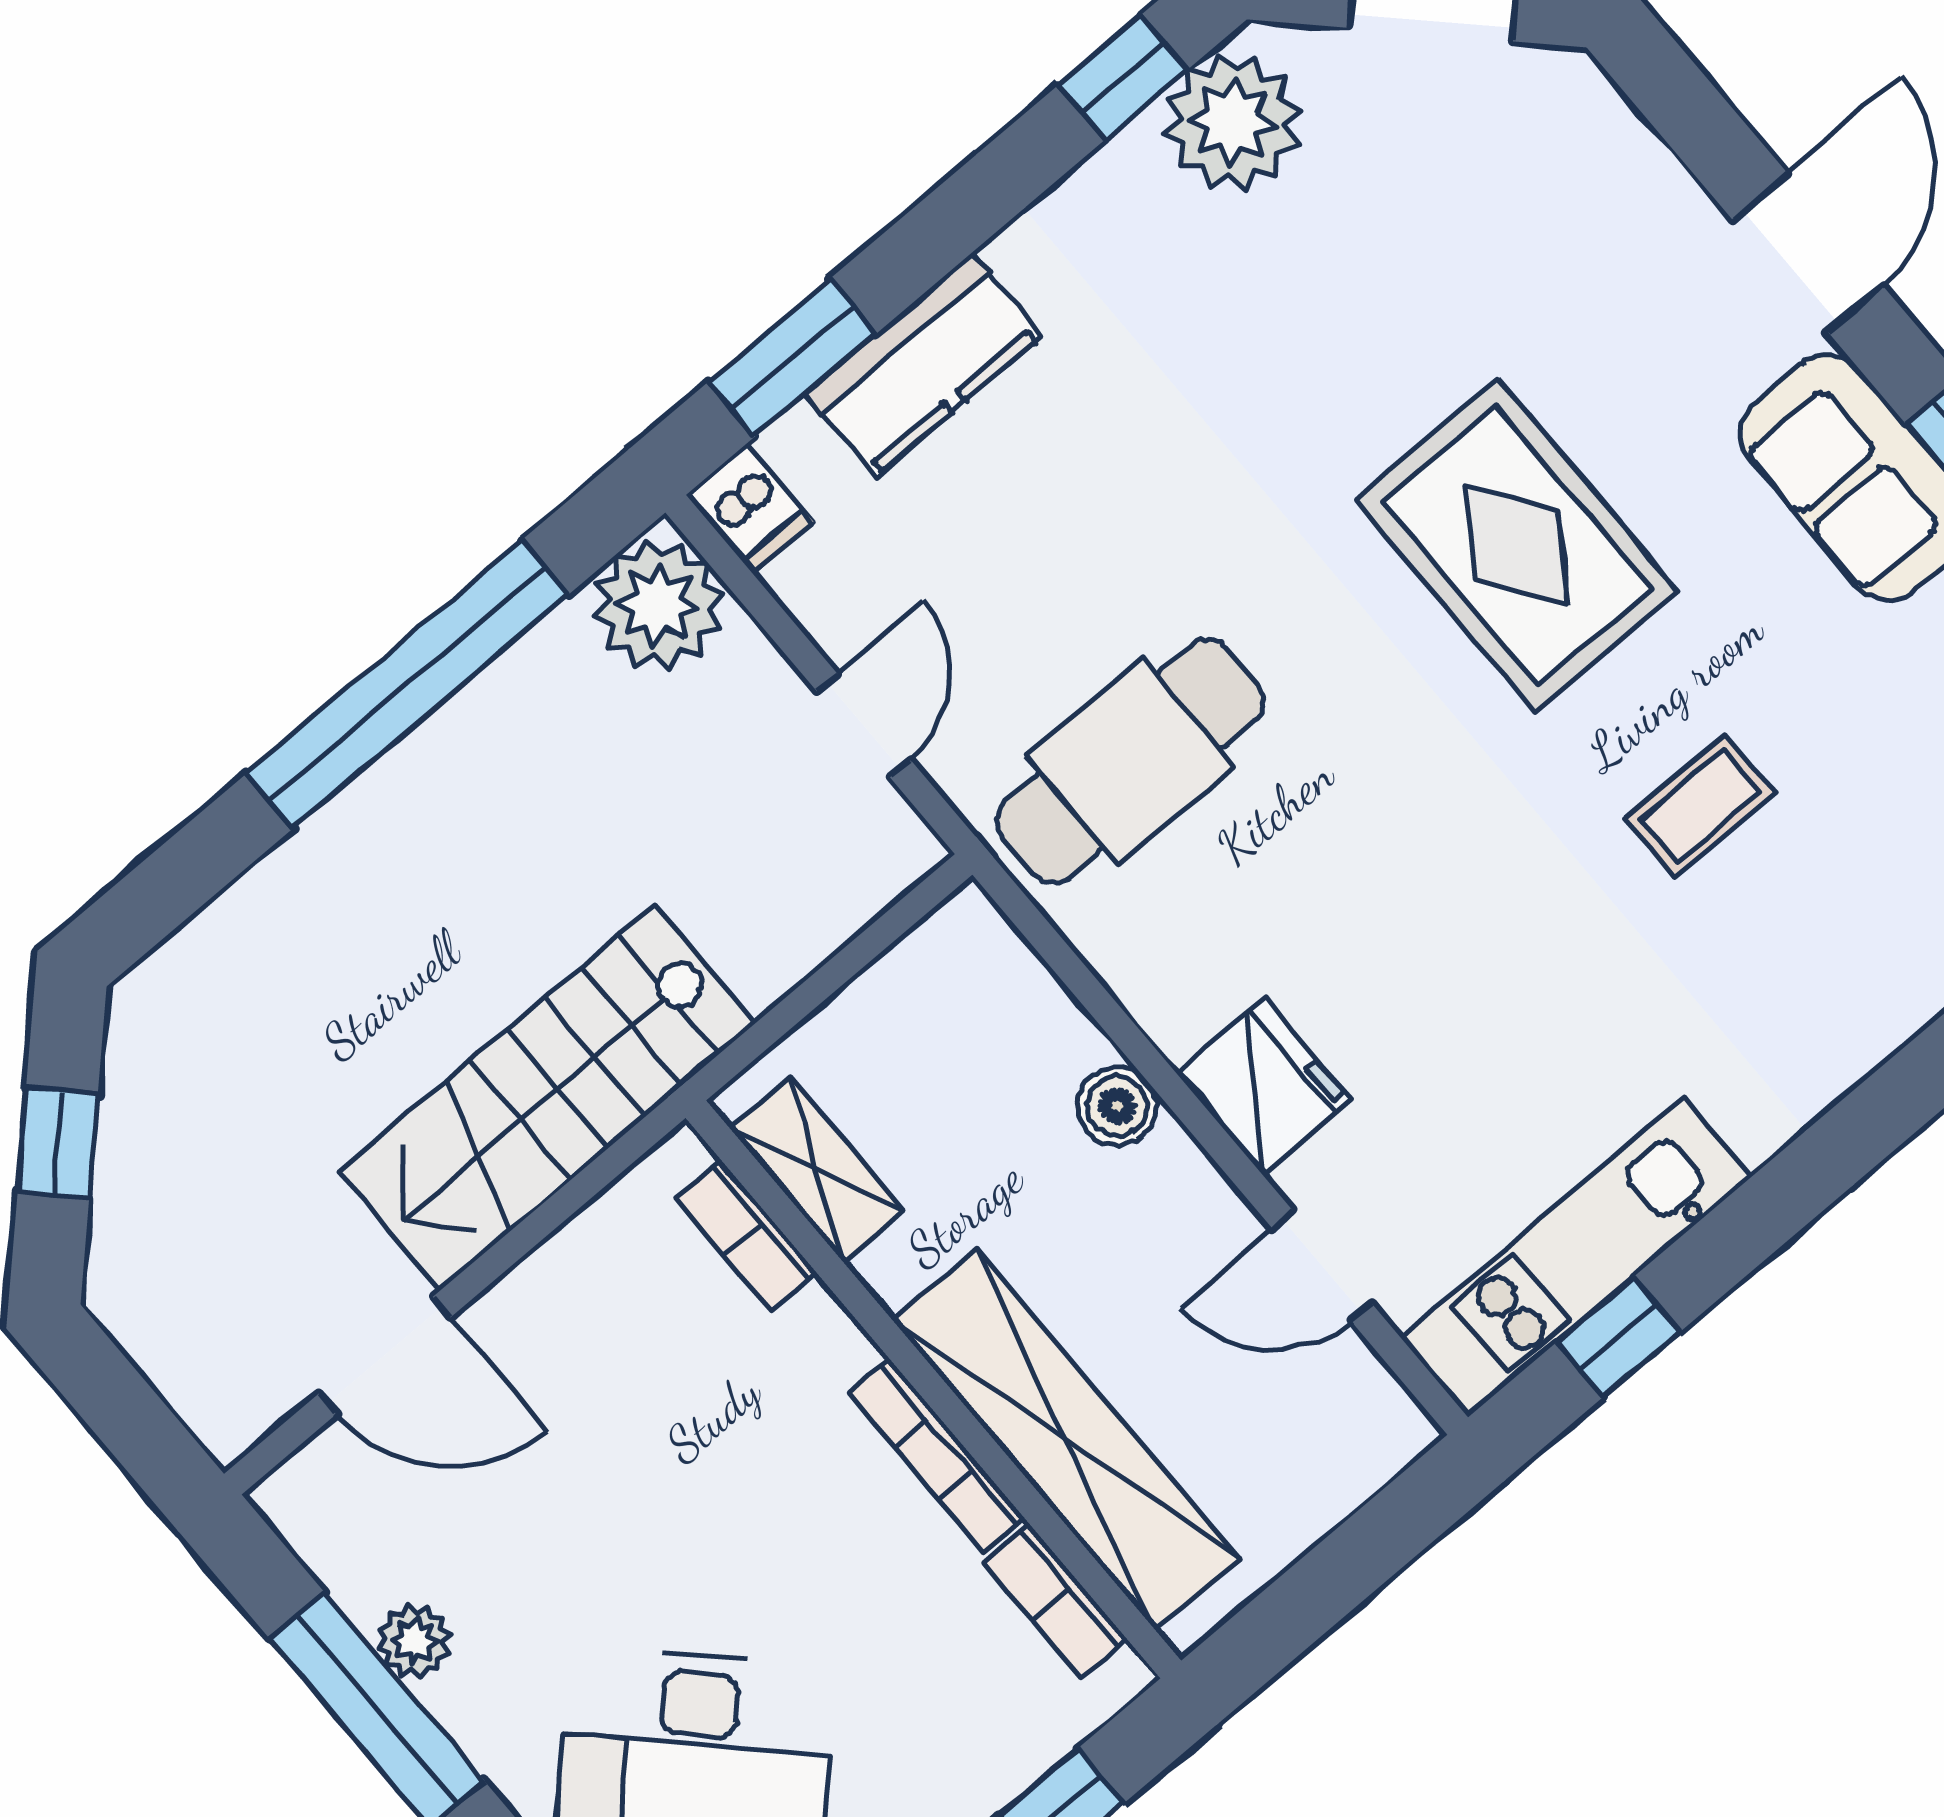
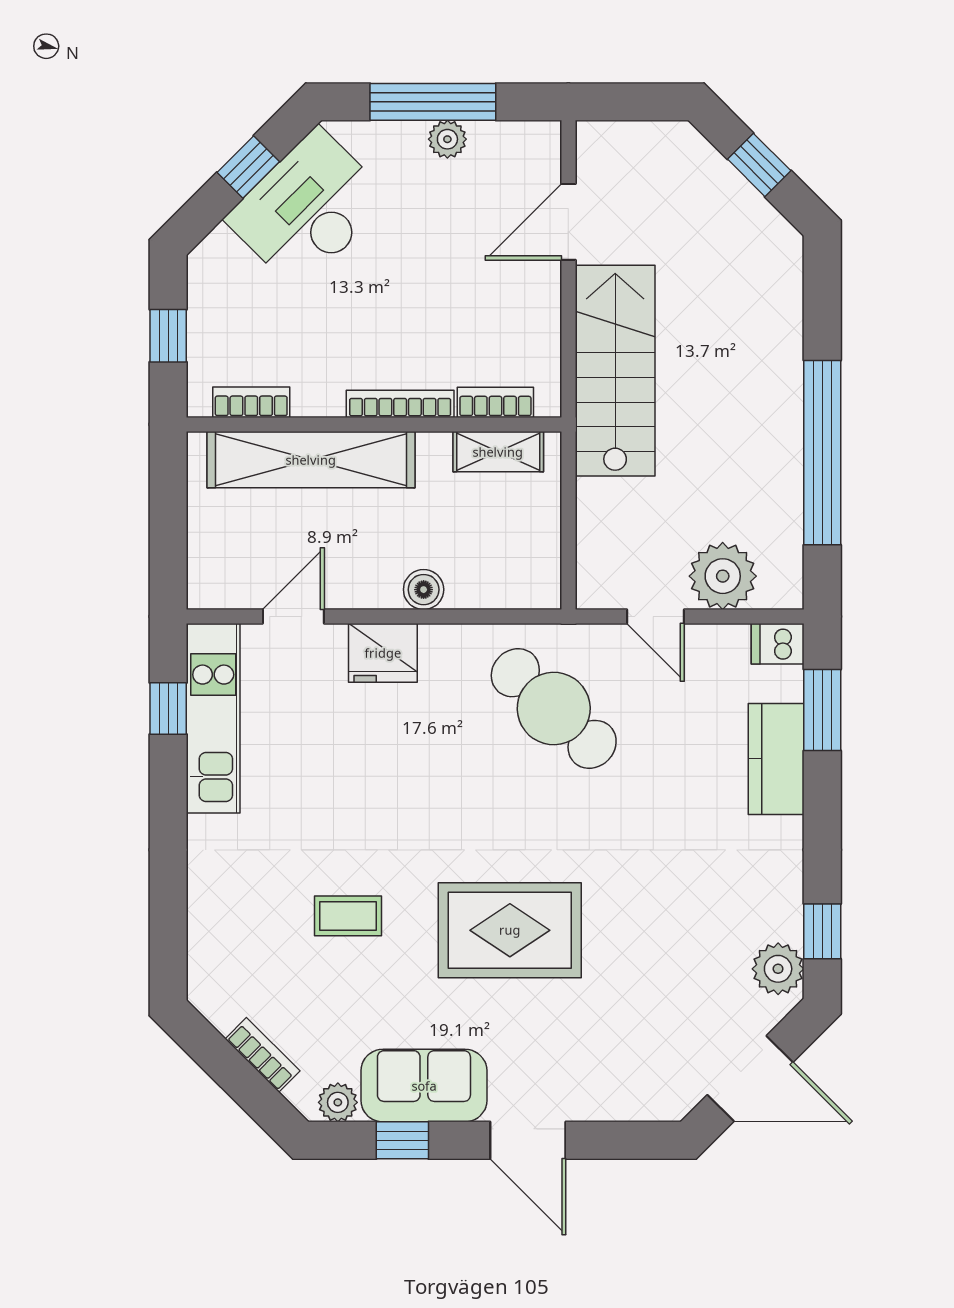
plant: (1233, 122) -> (778, 969), width x0.73, depth x0.73
plant: (658, 605) -> (723, 576), moved
cafe table: (1130, 761) -> (554, 709), turned -47
coffee table: (1701, 806) -> (348, 916), turned 90
bookcase: (937, 1456) -> (400, 404), moved

